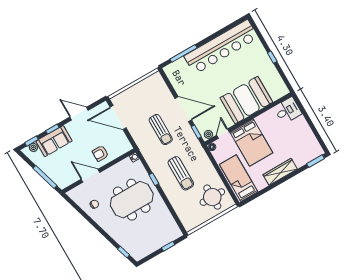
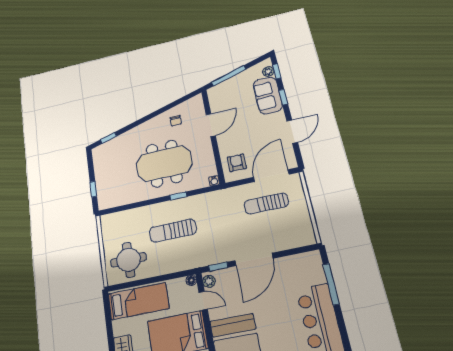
sun lounger: (161, 130) -> (266, 204), moved
armchair: (100, 153) -> (237, 163), moved
meeting table: (132, 200) -> (164, 163), turned 90

